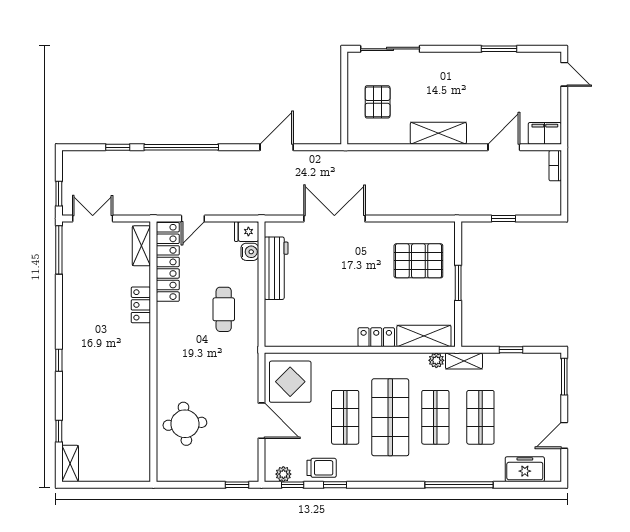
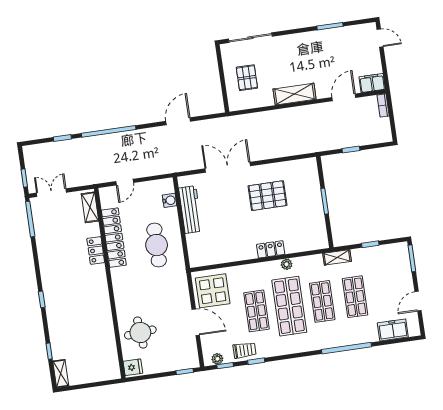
fridge: (247, 232) -> (133, 367), moved, turned 180
pallet: (418, 261) -> (267, 196), moved
locker: (168, 262) -> (114, 238), moved
cafe table: (224, 309) -> (157, 245), width x1.37, depth x1.35
shelving: (424, 336) -> (305, 243), removed
plant: (436, 360) -> (287, 264), moved

